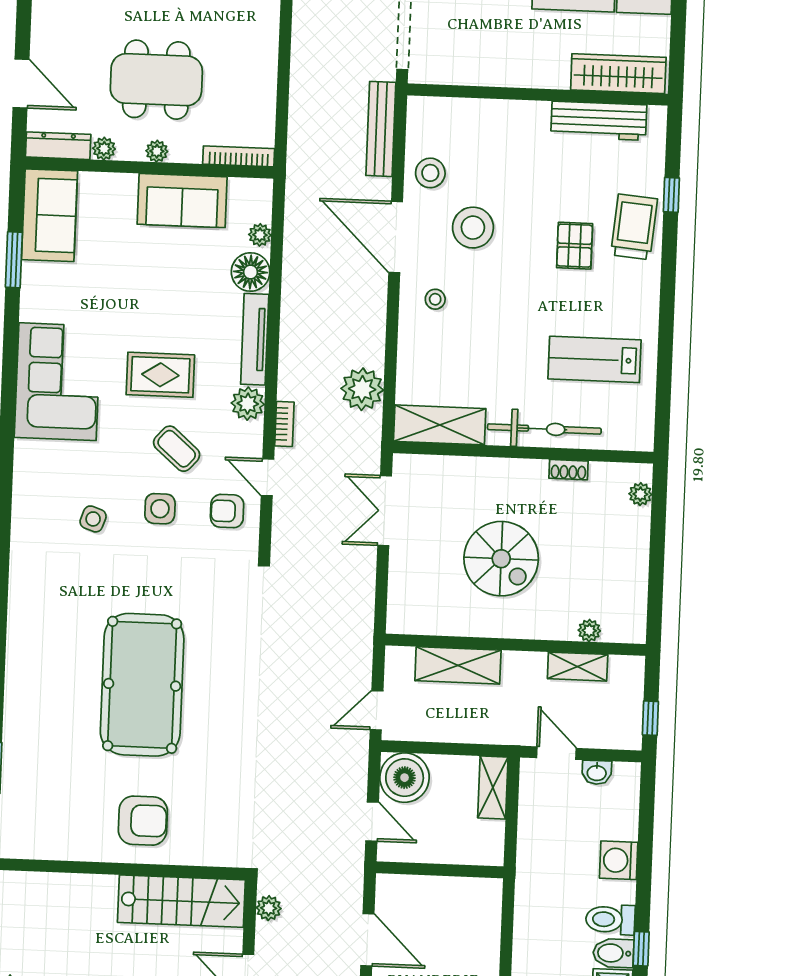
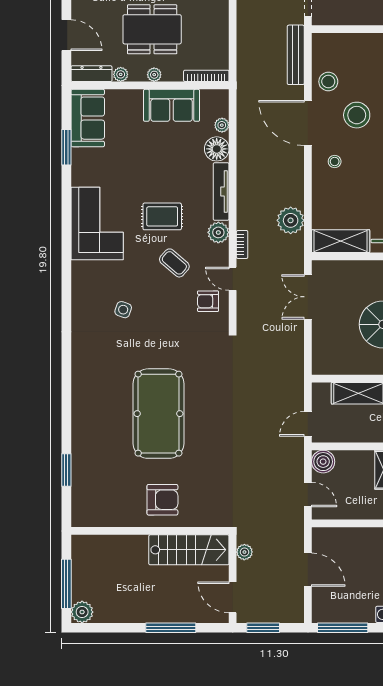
side table: (160, 509) -> (165, 301), removed
boiler: (405, 778) -> (323, 462), width x0.73, depth x0.73

